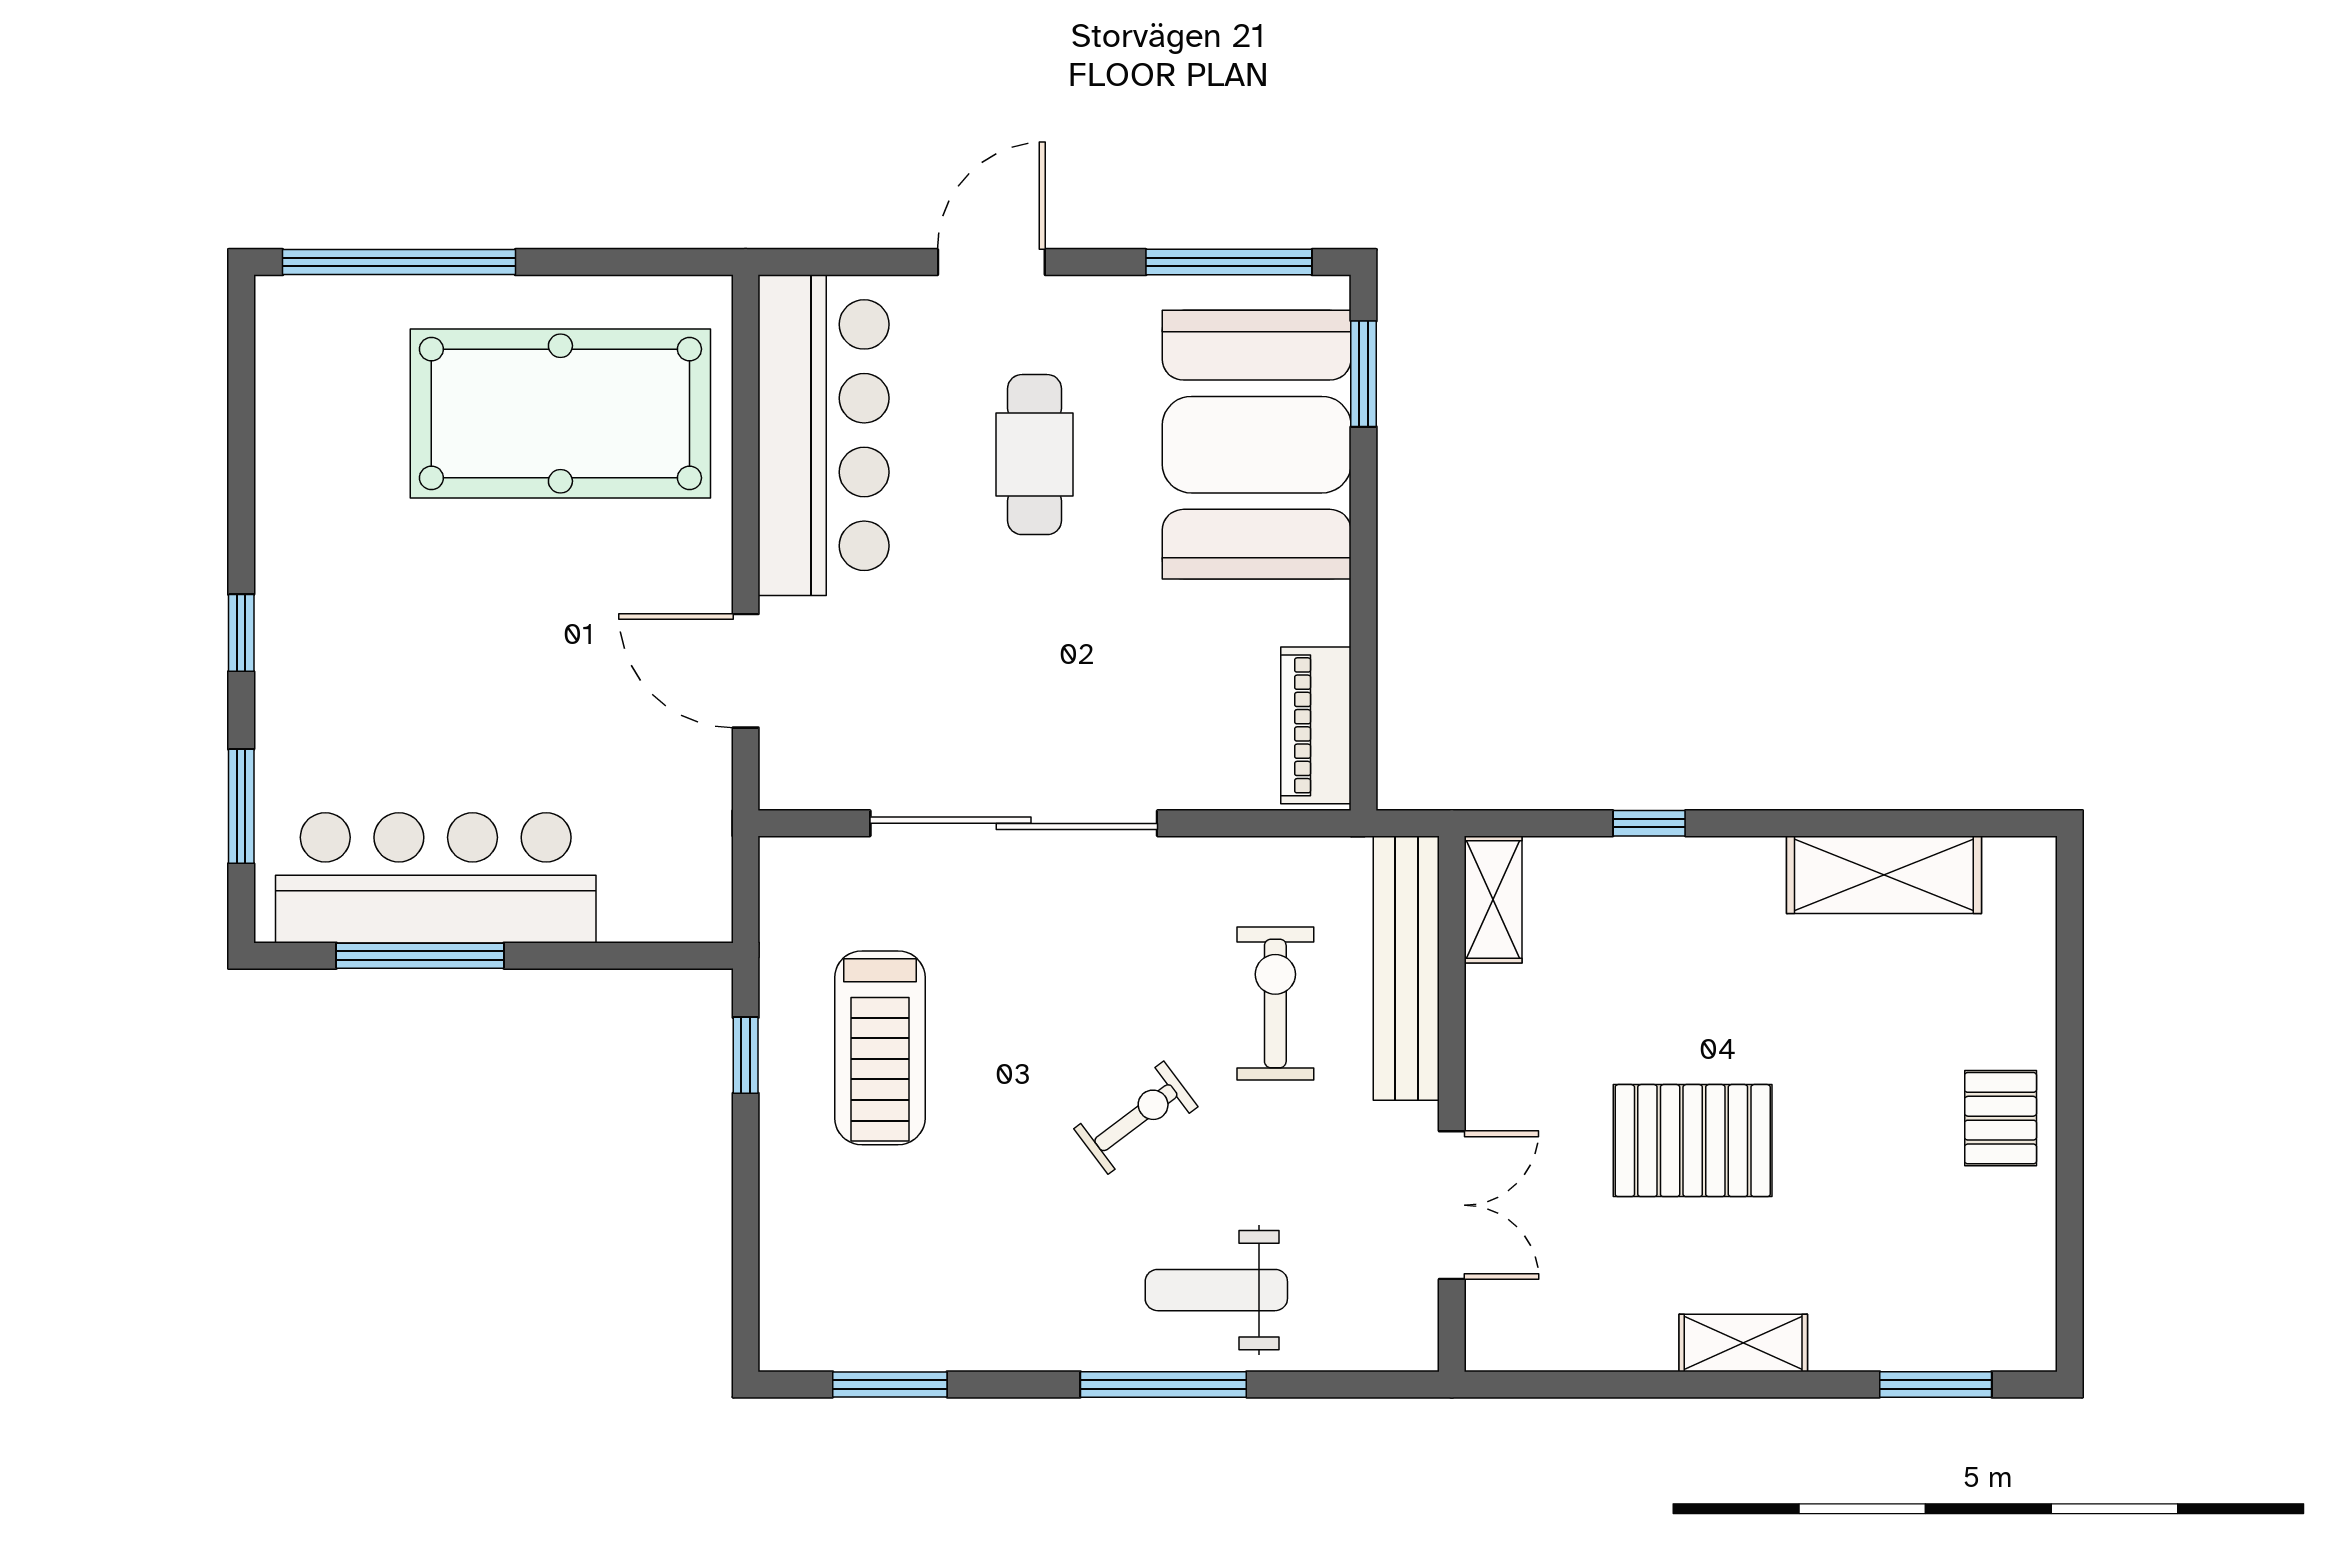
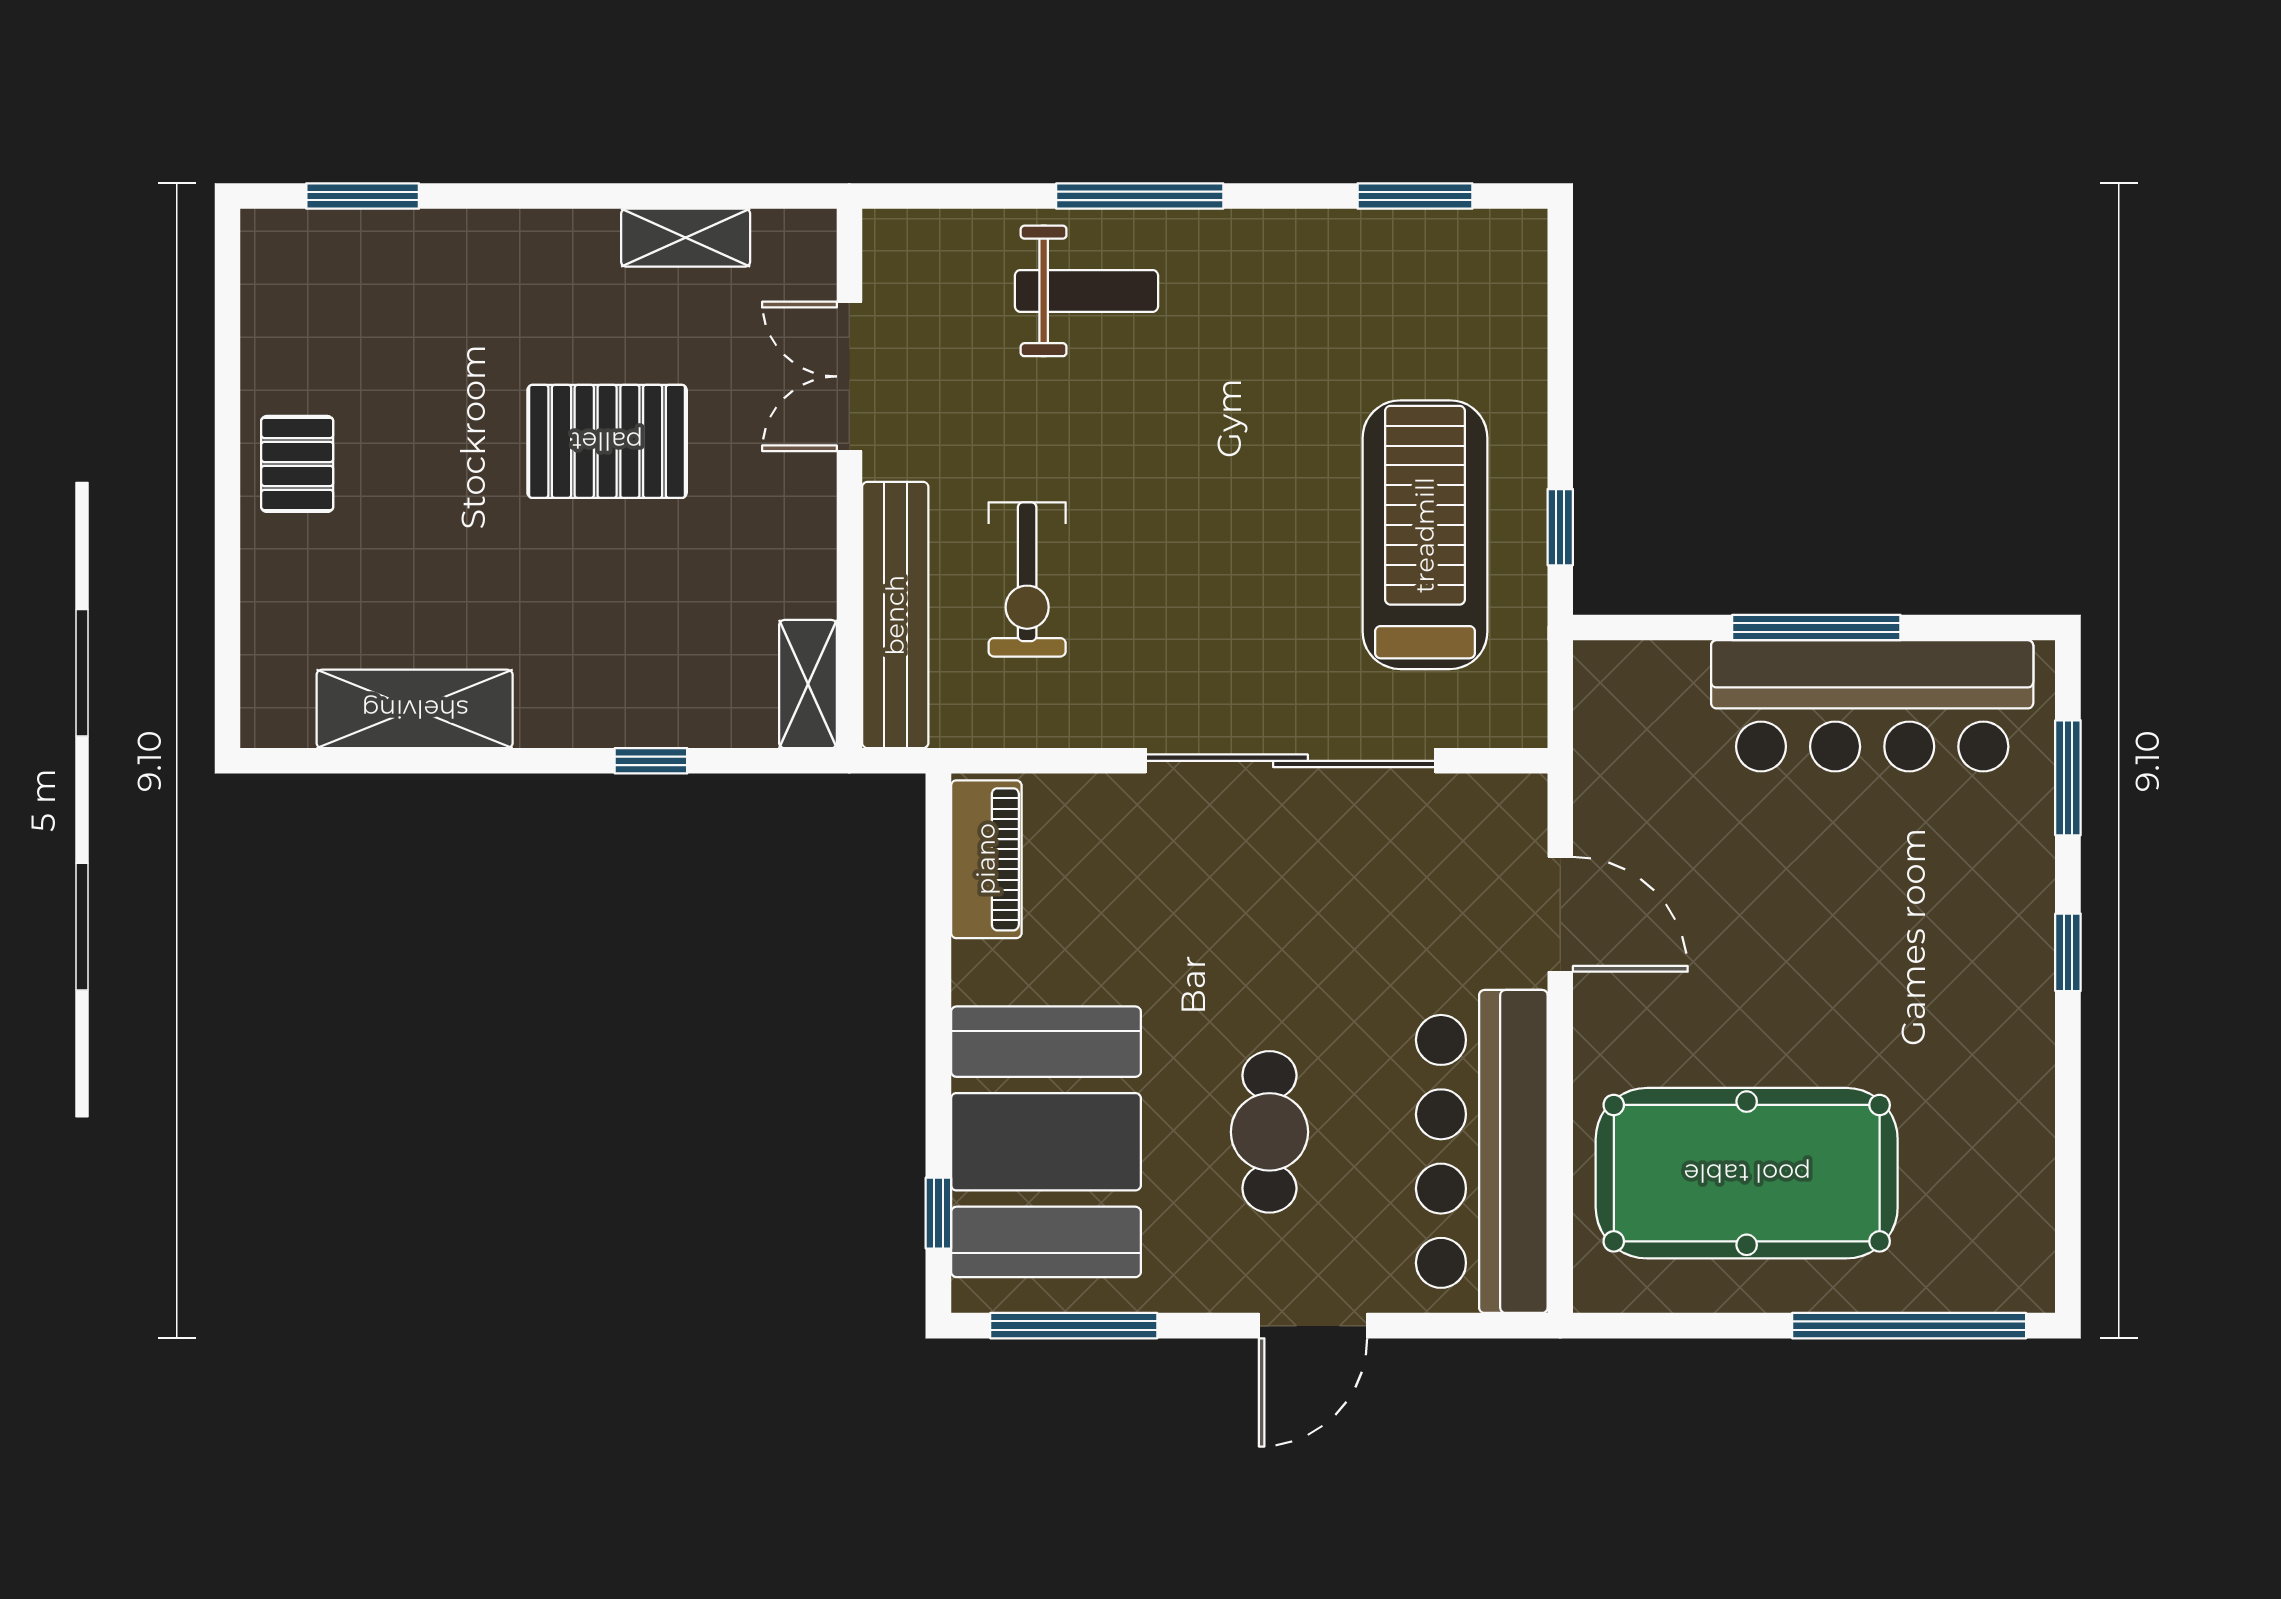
window: (1364, 374) -> (938, 1213), width x0.67
window: (420, 956) -> (1816, 628), moved
treadmill: (880, 1048) -> (1425, 535), width x1.37, depth x1.38
exercise bike: (1136, 1118) -> (1167, 464), removed
shelving: (1743, 1343) -> (686, 238), moved

